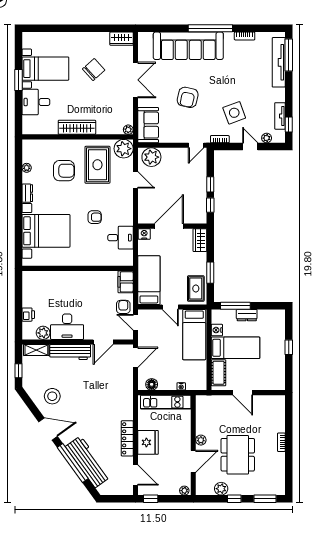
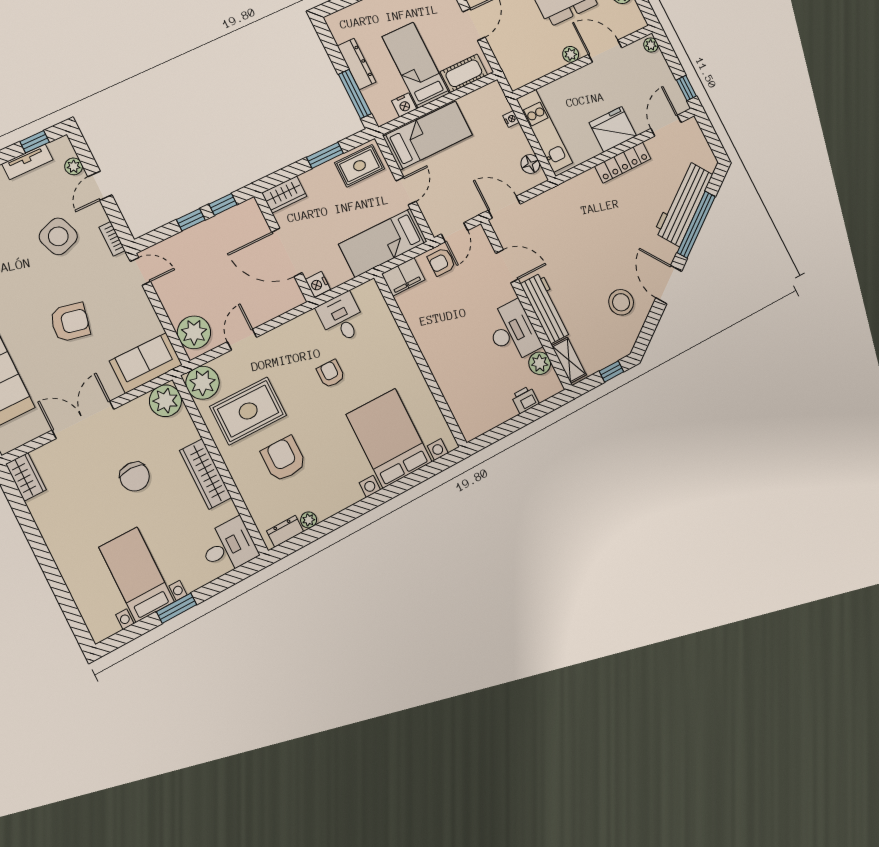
chair: (94, 70) -> (135, 477), moved, turned -138
desk: (36, 102) -> (228, 547), moved, turned -90
plant: (128, 130) -> (165, 401), width x1.87, depth x1.87
dresser: (27, 193) -> (285, 531), moved
dresser: (247, 315) -> (357, 64), width x1.44

